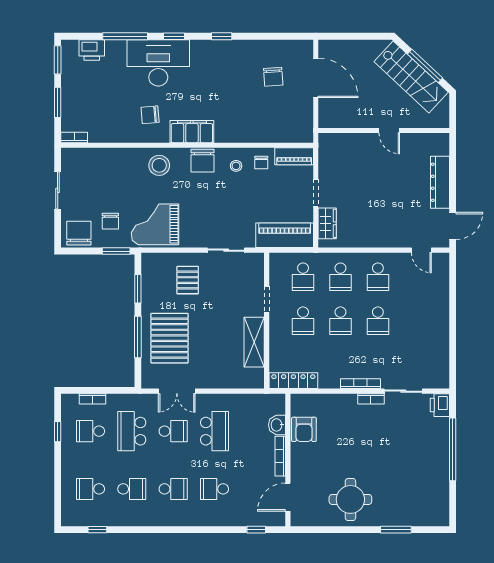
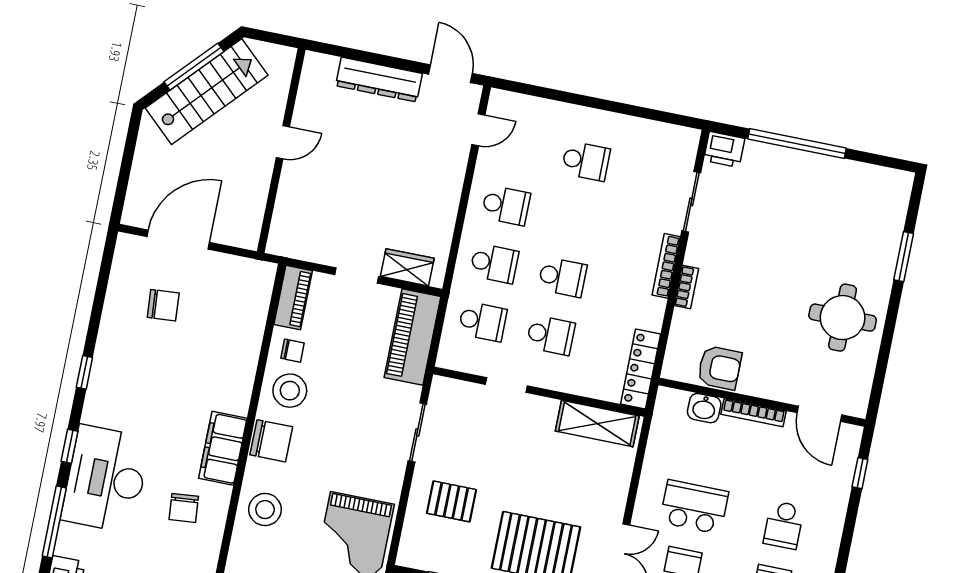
stool: (236, 166) -> (290, 391), width x1.89, depth x1.89
school desk: (378, 321) -> (586, 161), moved
shelving: (254, 342) -> (597, 423), moved
bookcase: (371, 399) -> (686, 287), moved

